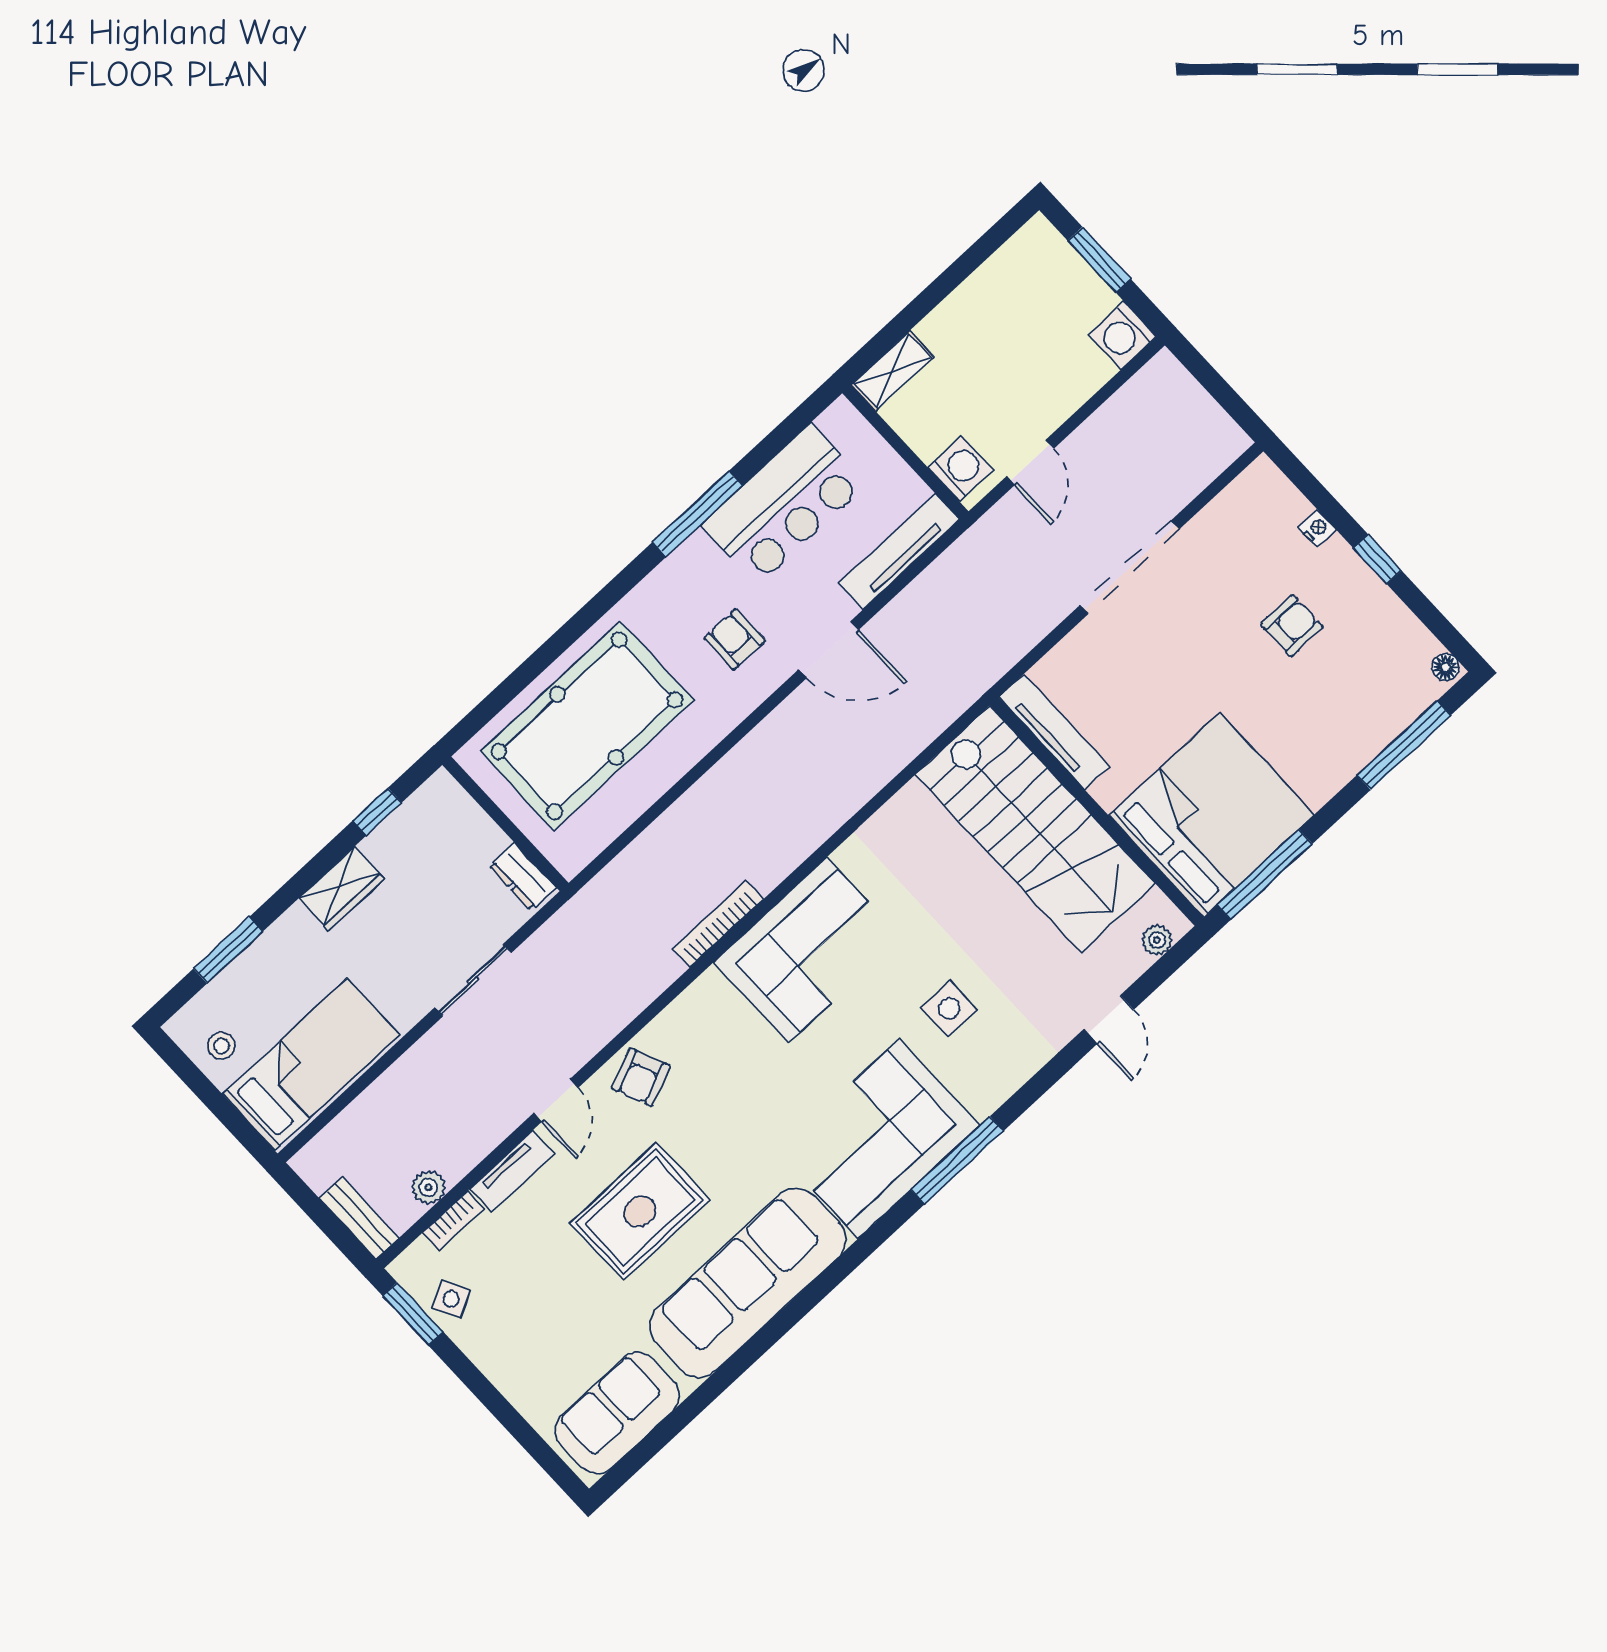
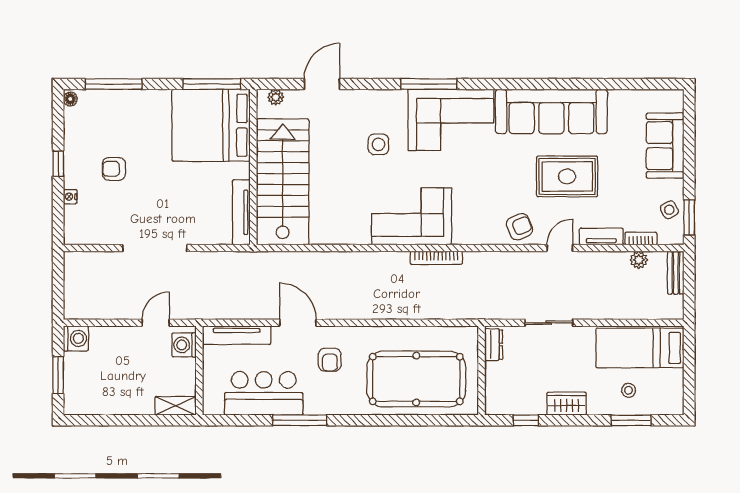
door: (1109, 1019) -> (322, 84), width x1.38
stool: (221, 1046) -> (629, 390), moved
sofa: (617, 1413) -> (665, 146), moved, turned 90

